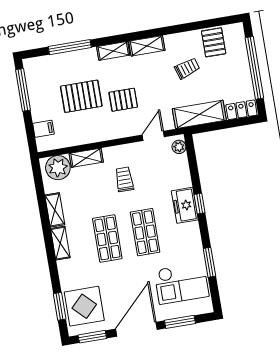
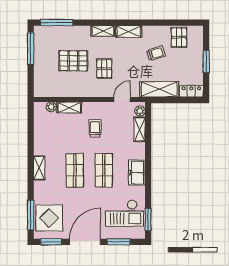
window: (70, 47) -> (57, 23), moved
window: (254, 68) -> (206, 62), width x0.47
pallet: (123, 100) -> (104, 69), turned 90
filing cabinet: (43, 129) -> (41, 80), removed
plant: (58, 168) -> (51, 107), width x0.53, depth x0.53
window: (200, 204) -> (148, 156), removed
freezer: (185, 205) -> (137, 173), moved
shelving: (55, 210) -> (139, 129), moved
window: (209, 262) -> (148, 219), moved
window: (60, 306) -> (31, 215), width x1.44

